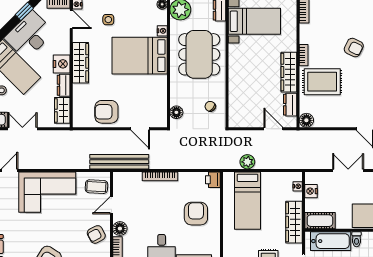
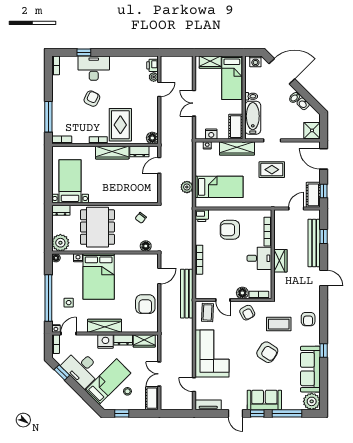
dining table: (199, 54) -> (98, 227), turned 90

